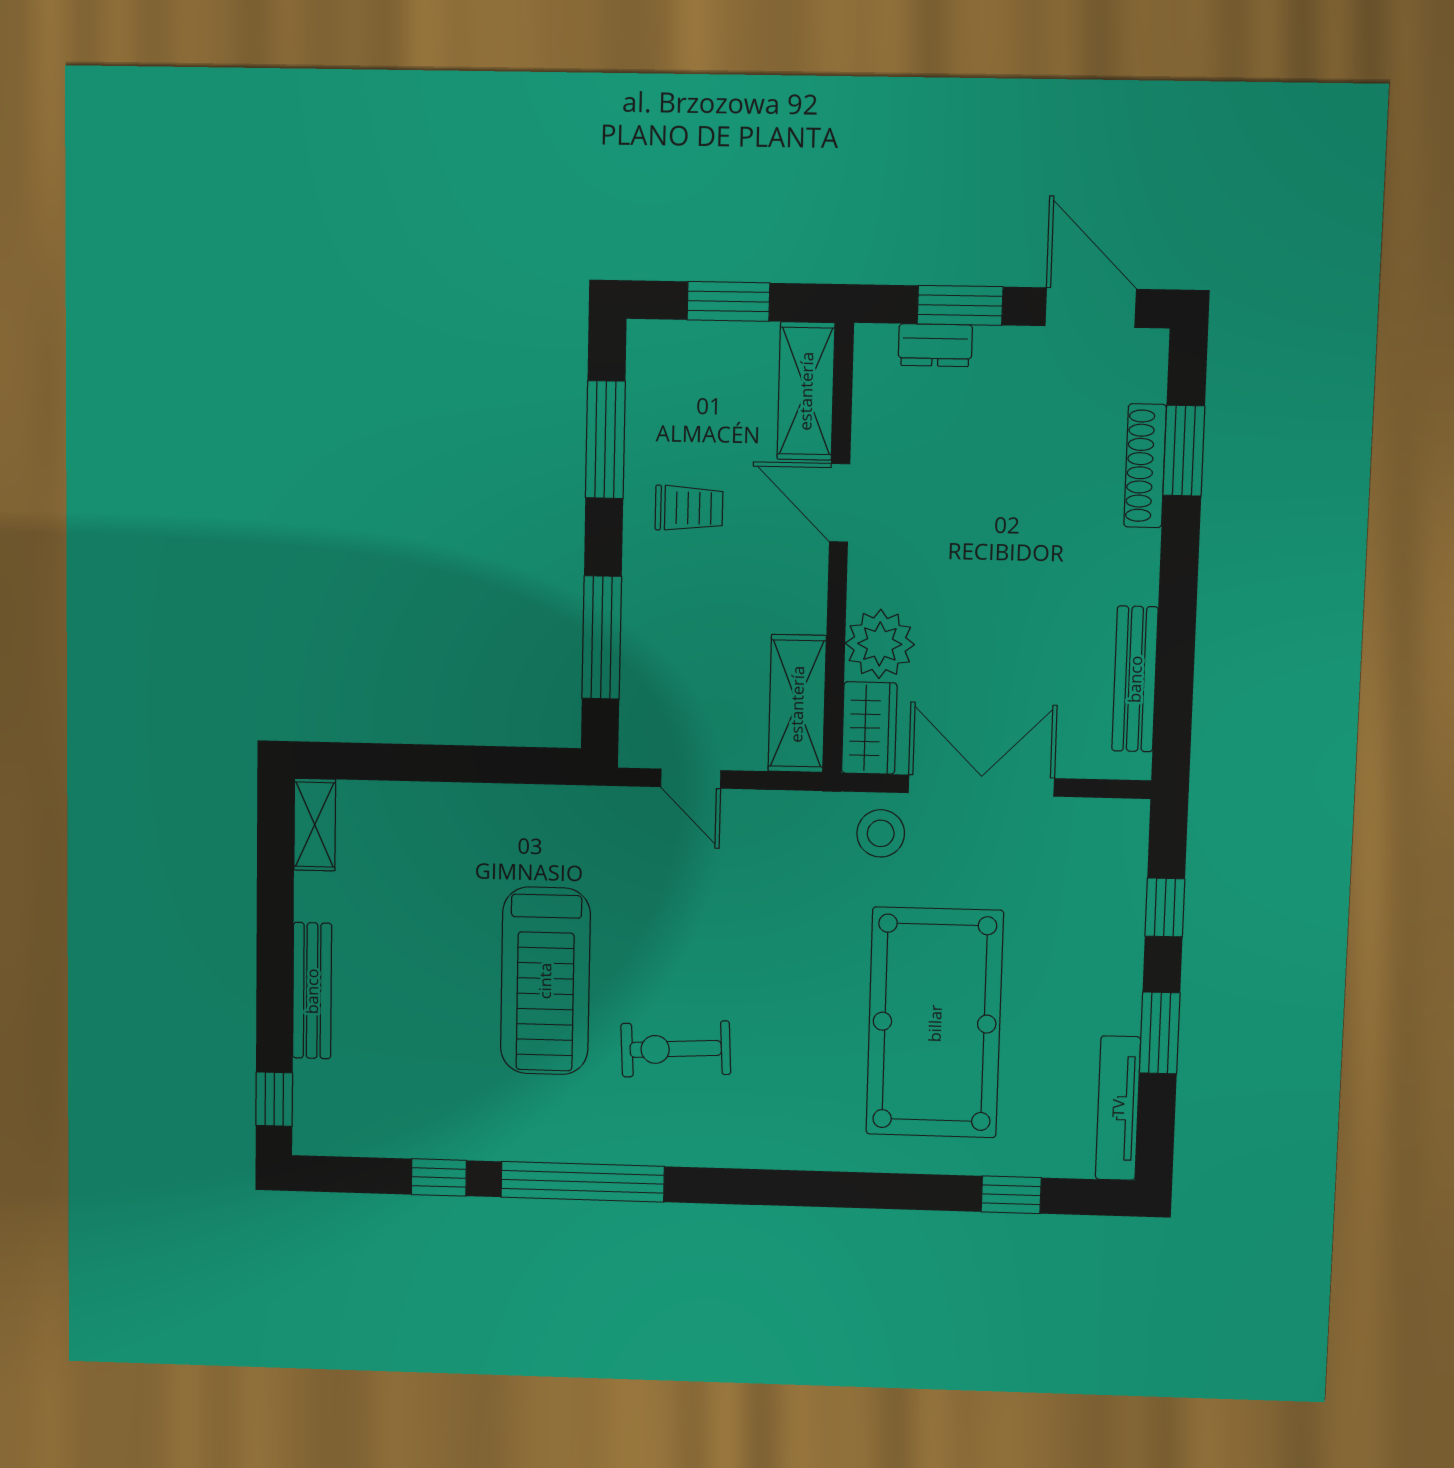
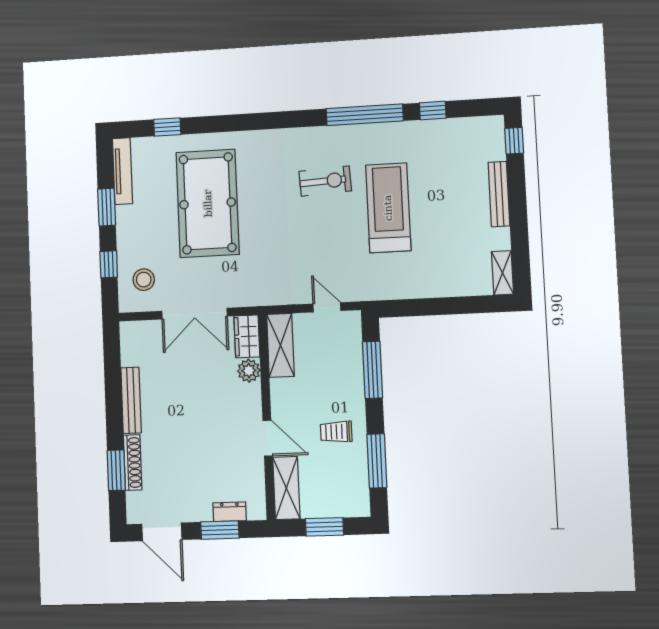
plant: (880, 644) -> (249, 371), width x0.73, depth x0.73
bench: (1135, 679) -> (131, 400), moved
stool: (881, 833) -> (144, 280), moved

